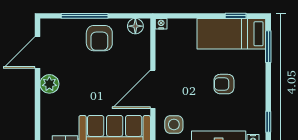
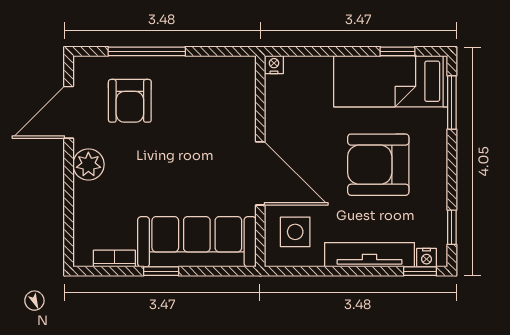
floor lamp: (135, 26) -> (231, 69), removed
armchair: (99, 38) -> (130, 101), moved
armchair: (224, 84) -> (378, 165), width x1.88, depth x1.88
door: (153, 89) -> (260, 173), swing flipped

